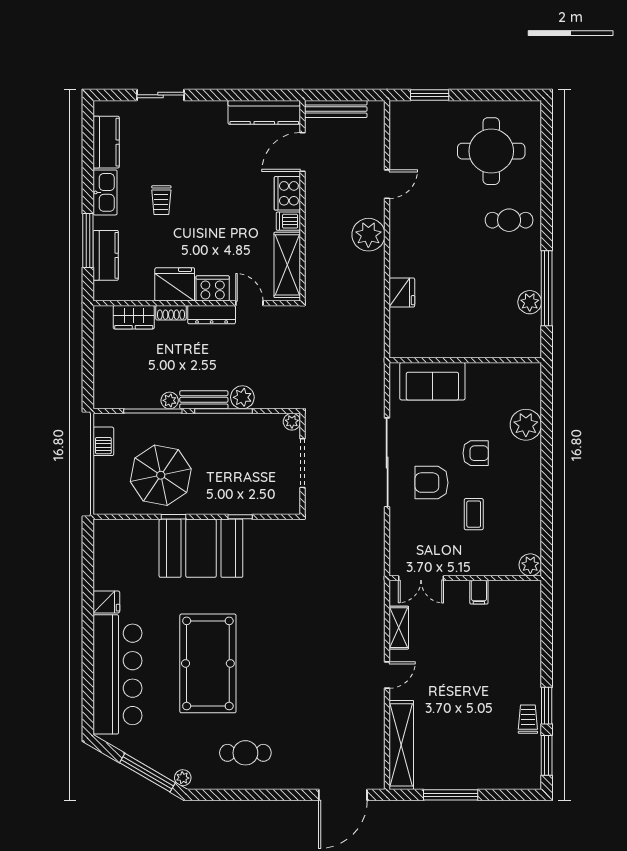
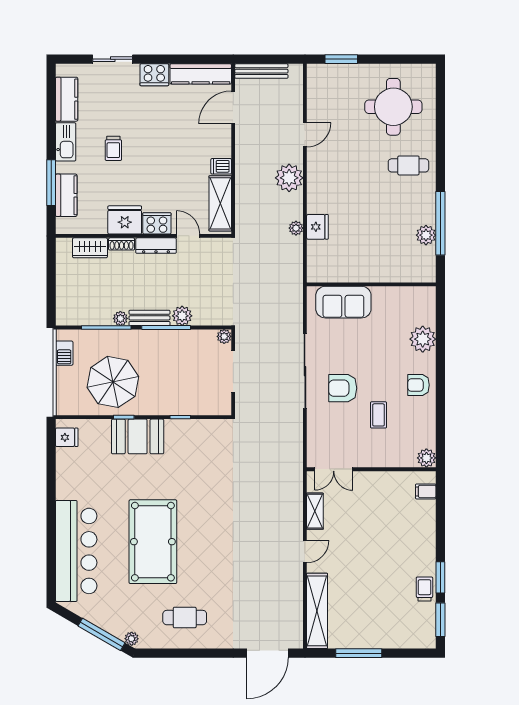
cooker: (287, 193) -> (154, 75), moved, turned -90
plant: (377, 294) -> (296, 228), added
armchair: (476, 453) -> (418, 385), moved, turned 180
booth: (201, 548) -> (138, 436), width x0.73, depth x0.70
filing cabinet: (479, 592) -> (426, 491), moved, turned 90
fridge: (106, 602) -> (67, 437), moved

